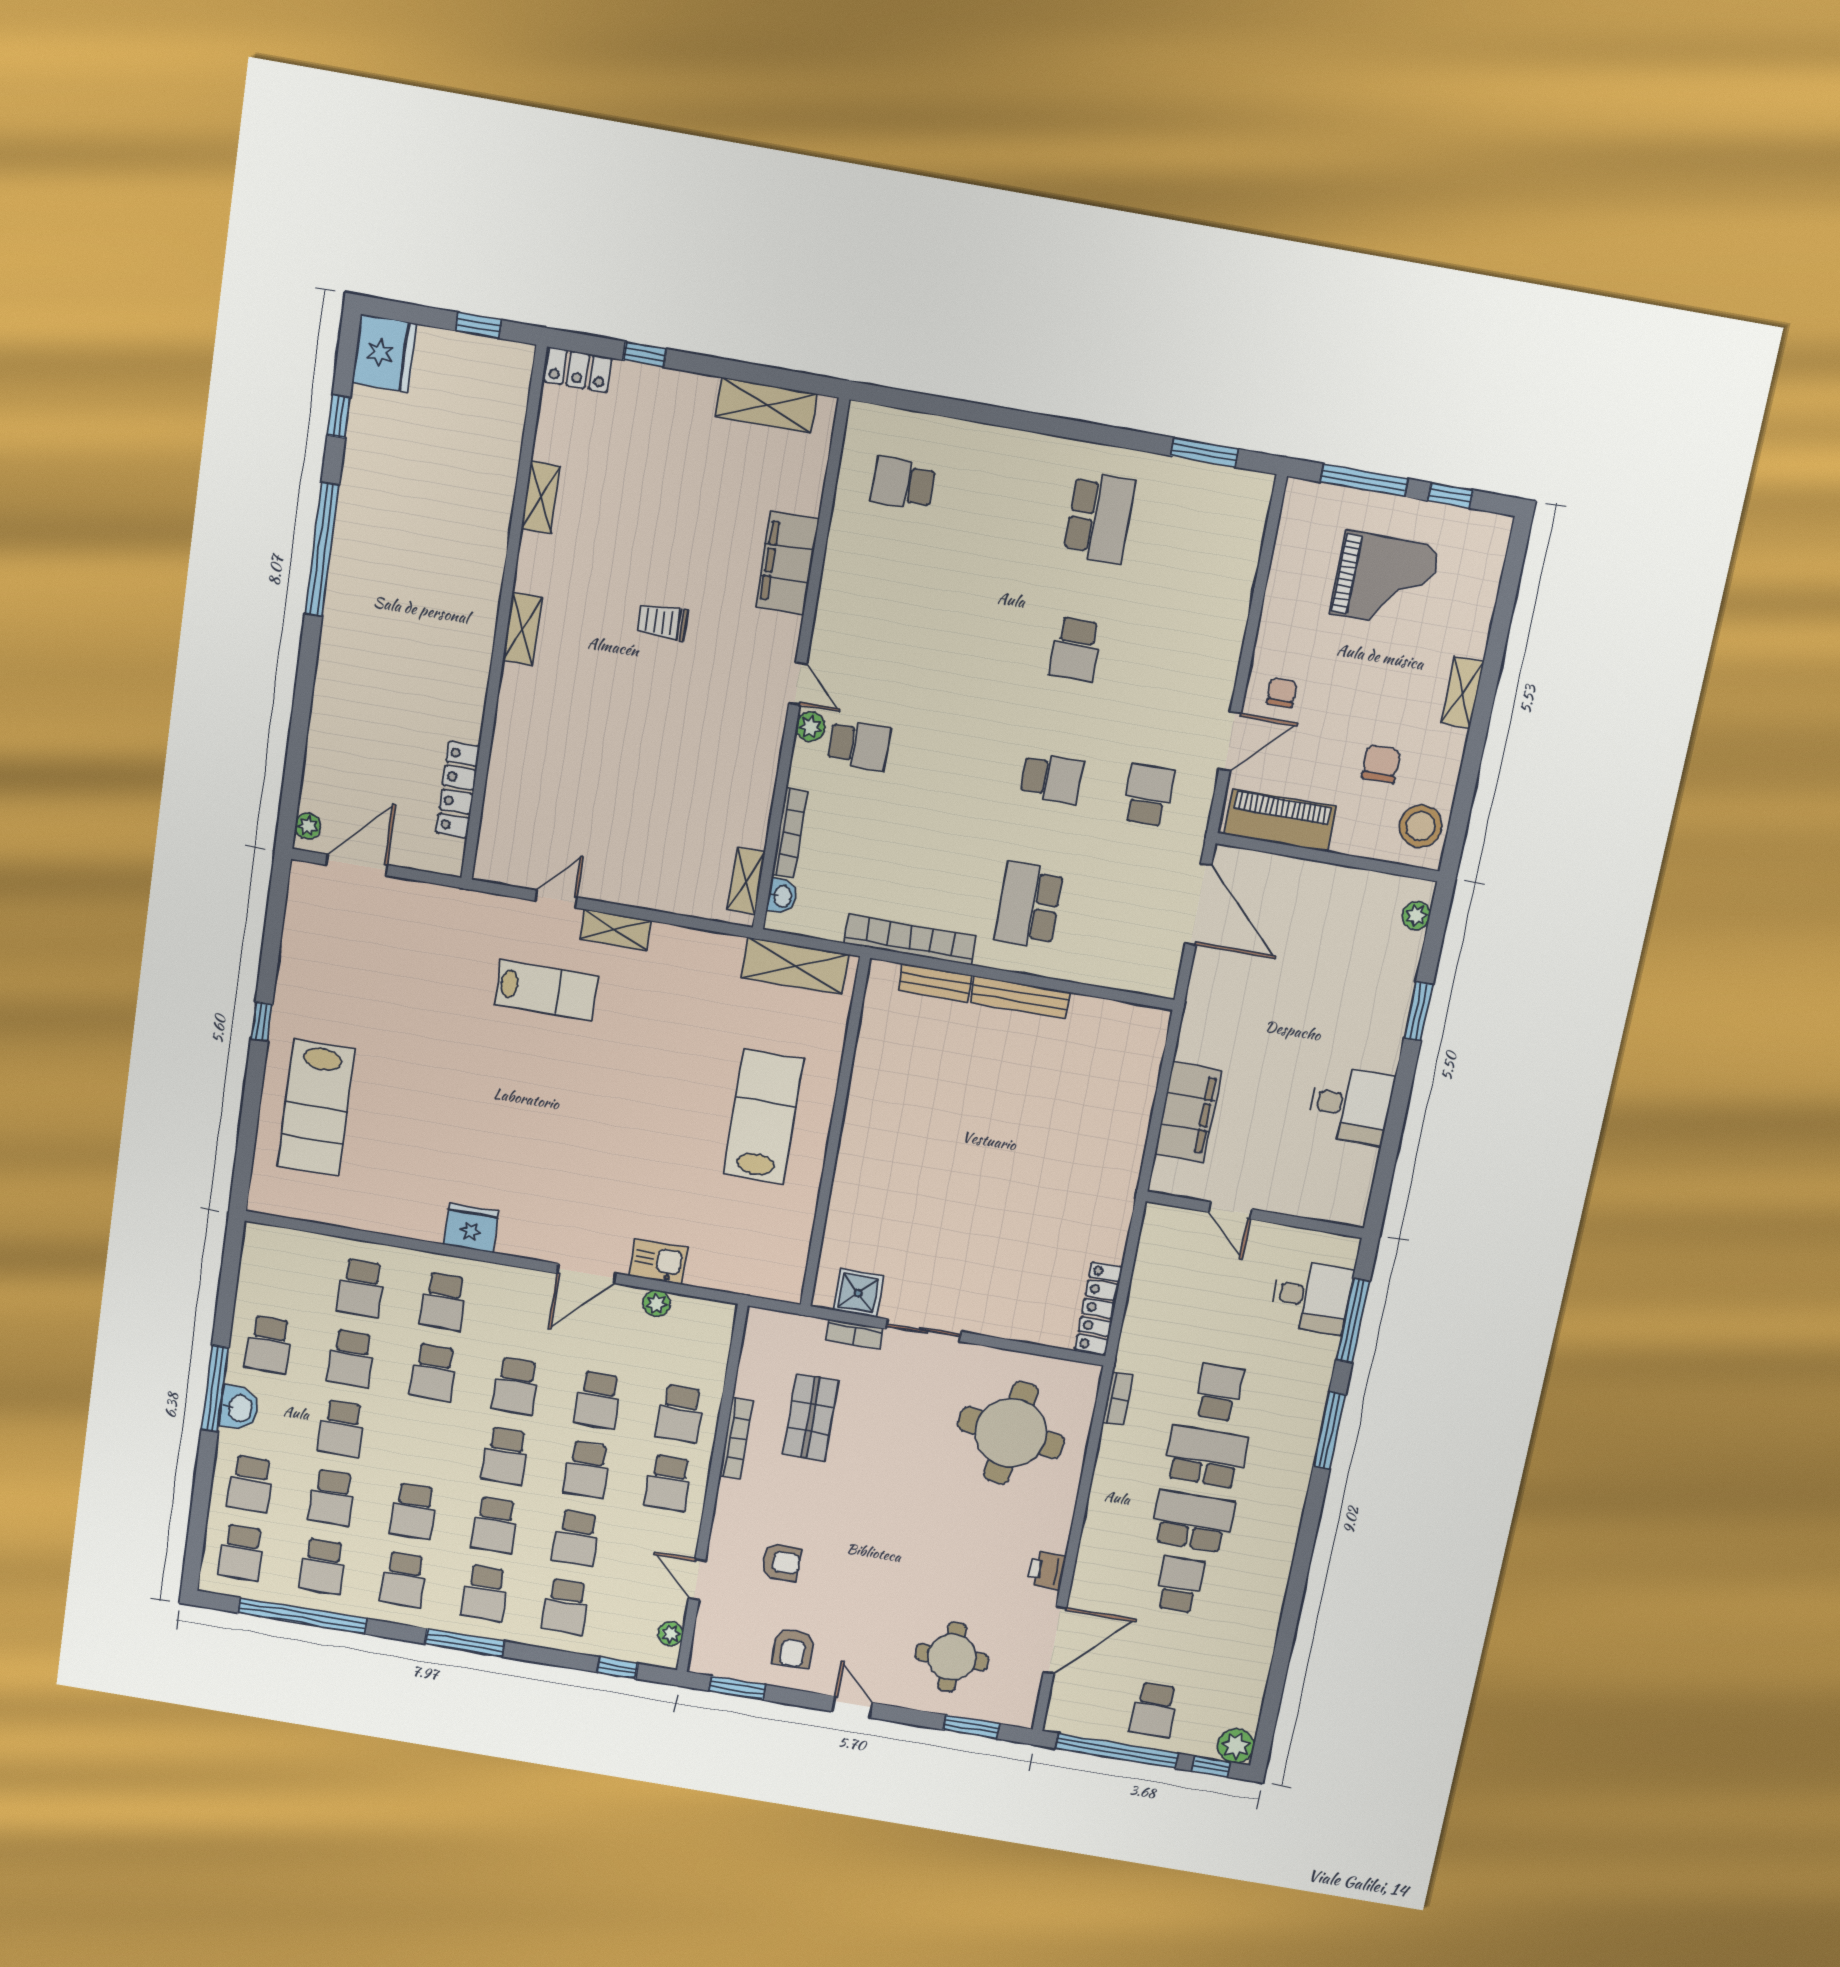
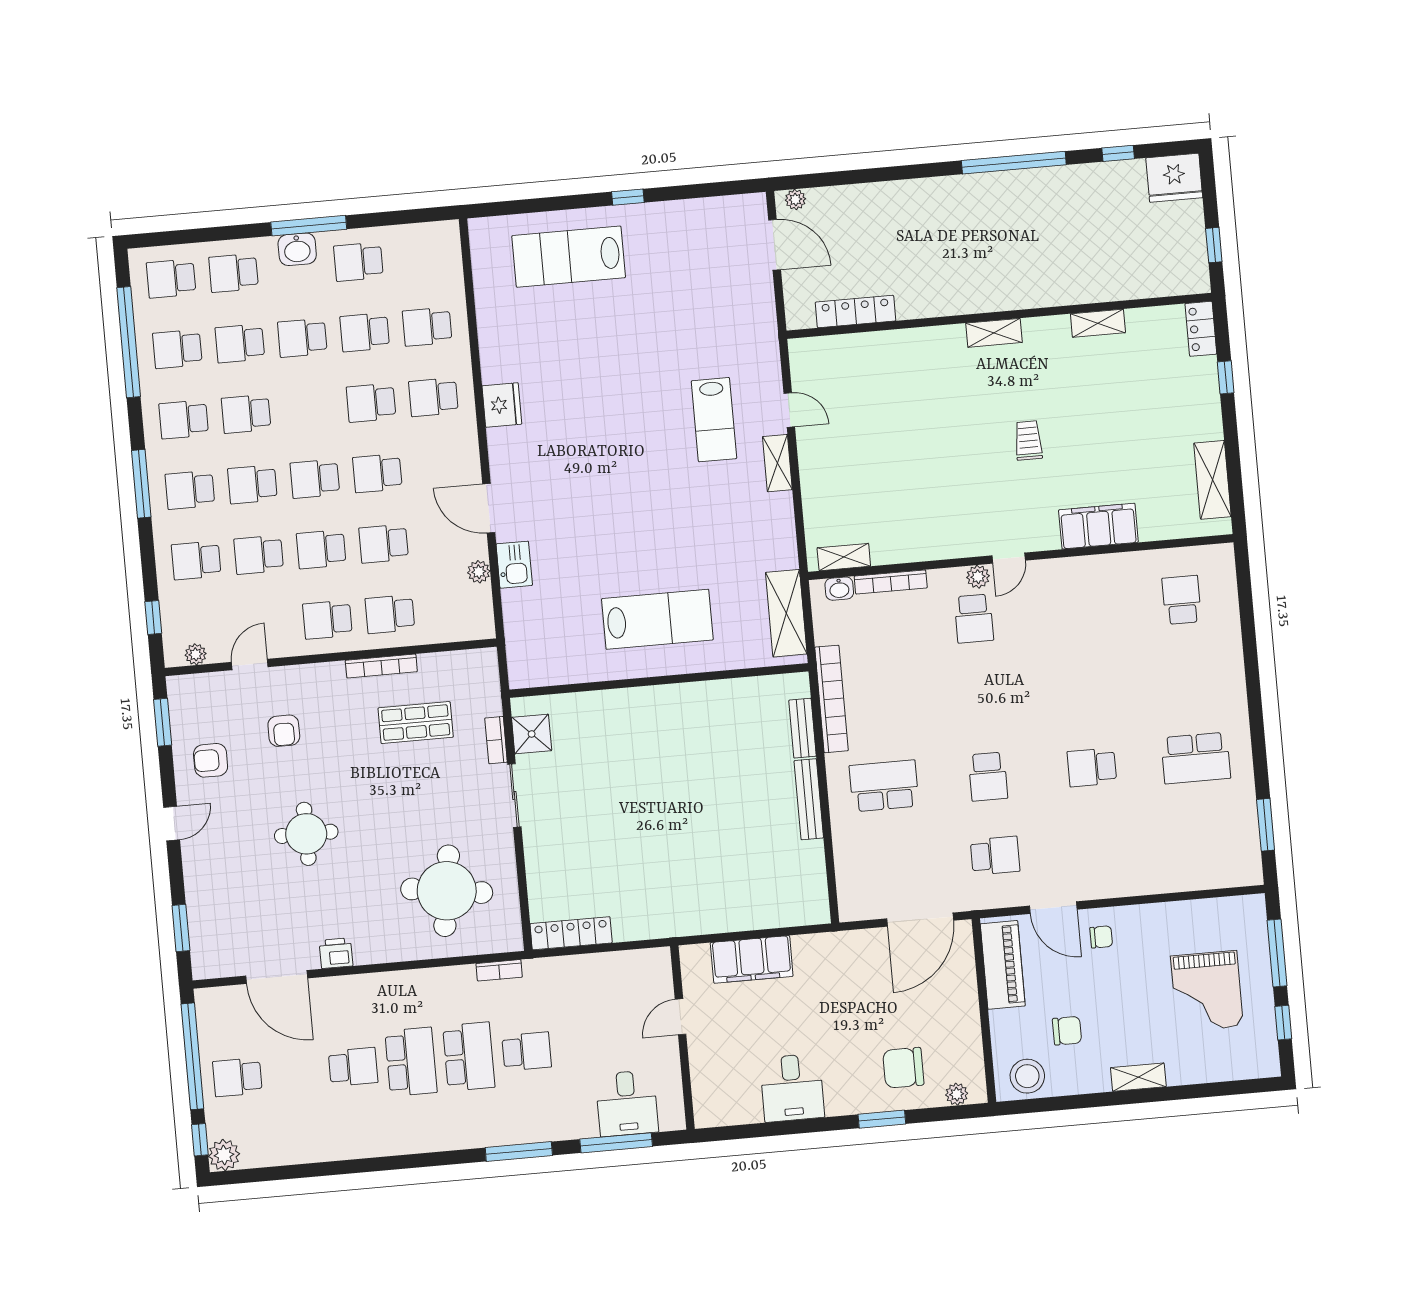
chair: (1366, 970) -> (903, 1068), added
round table: (952, 1657) -> (306, 834), moved

